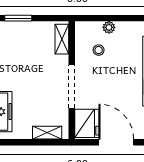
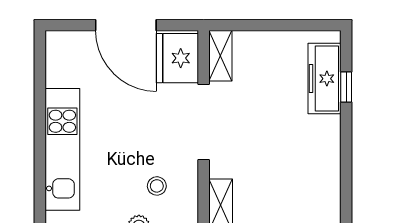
shelving: (47, 133) -> (220, 56), moved, turned 90

